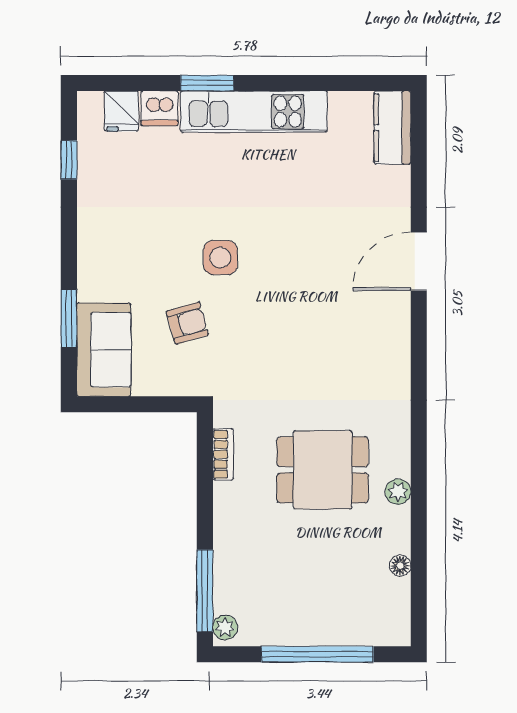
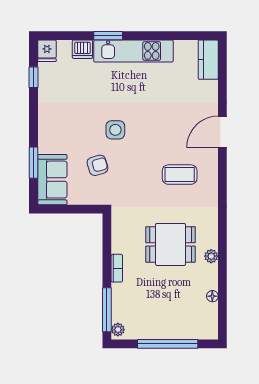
fridge: (121, 111) -> (47, 51), moved
coffee table: (339, 340) -> (180, 175), added
bookcase: (223, 454) -> (117, 268), moved

